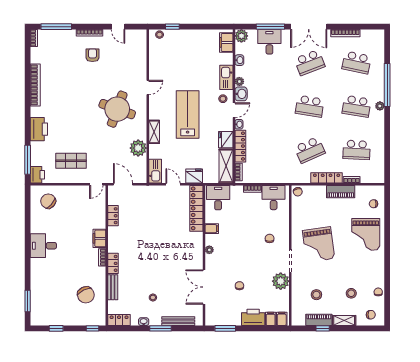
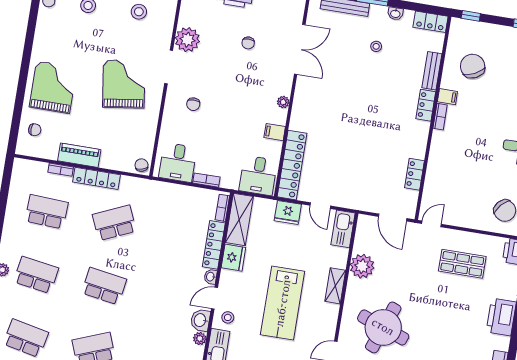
filing cabinet: (99, 238) -> (447, 97), moved, width x0.50

